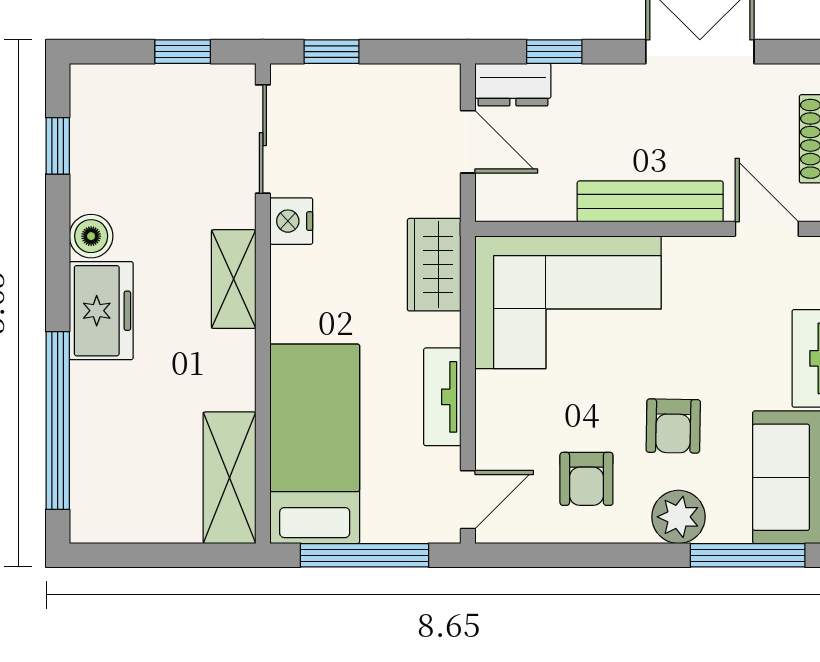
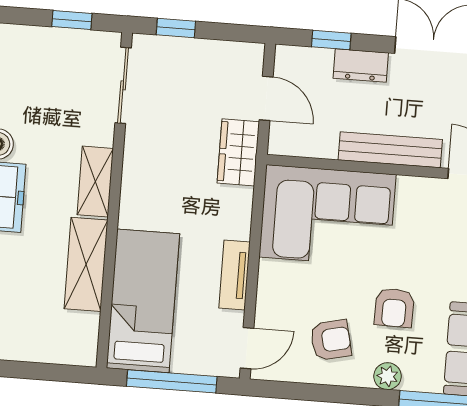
dresser: (513, 85) -> (361, 65), moved
nightstand: (291, 221) -> (139, 144), removed
wardrobe: (434, 265) -> (238, 152), moved
shelving: (230, 478) -> (86, 264), moved
armchair: (586, 479) -> (331, 340), turned -103
plant: (678, 517) -> (387, 376), width x0.73, depth x0.73

